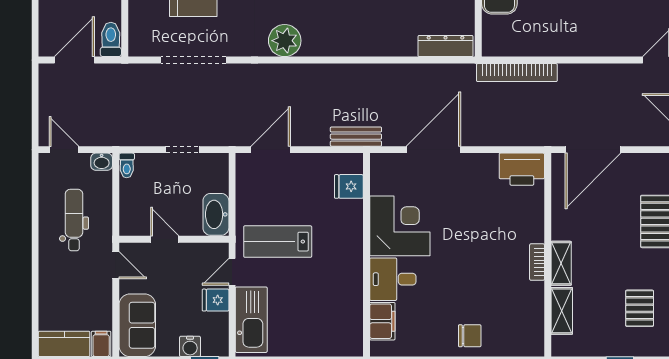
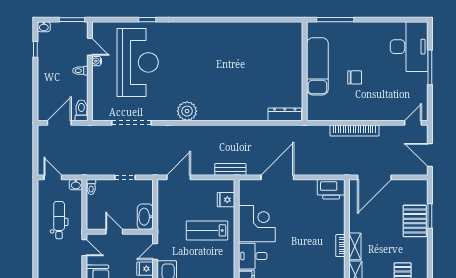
bookcase: (517, 73) -> (354, 131), moved
lab bench: (278, 242) -> (207, 230), moved

